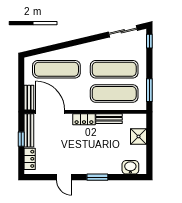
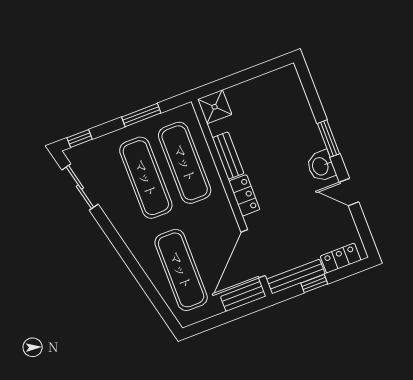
window: (149, 90) -> (141, 115), moved
shower: (139, 136) -> (215, 107), moved
washbasin: (130, 167) -> (321, 166), moved
door: (64, 177) -> (349, 192), swing flipped

